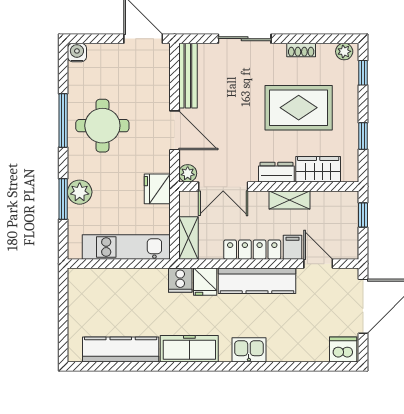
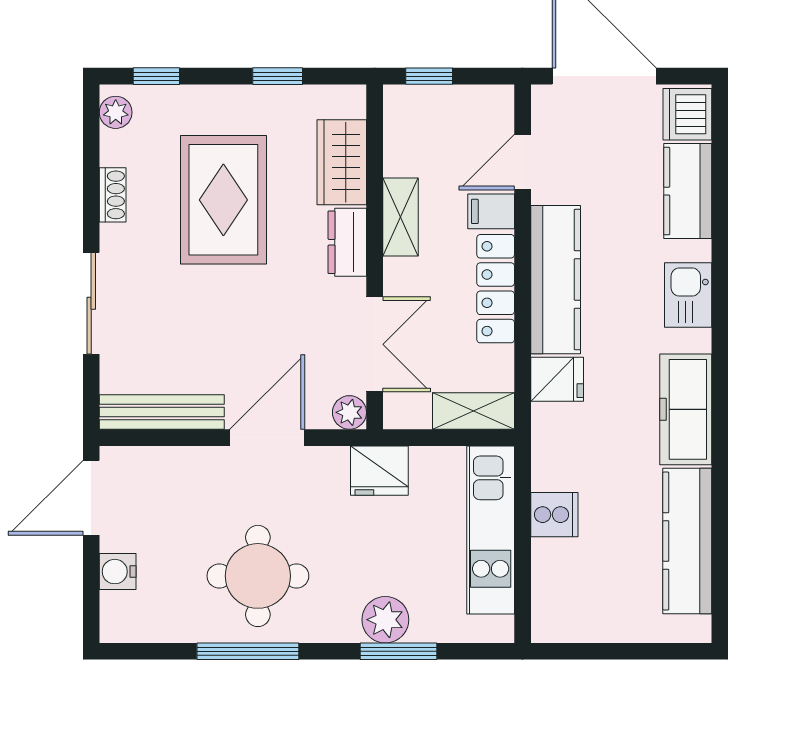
water cooler: (77, 53) -> (118, 572), moved
cooker: (180, 280) -> (554, 515), moved
kitchen counter: (303, 350) -> (688, 191), added

